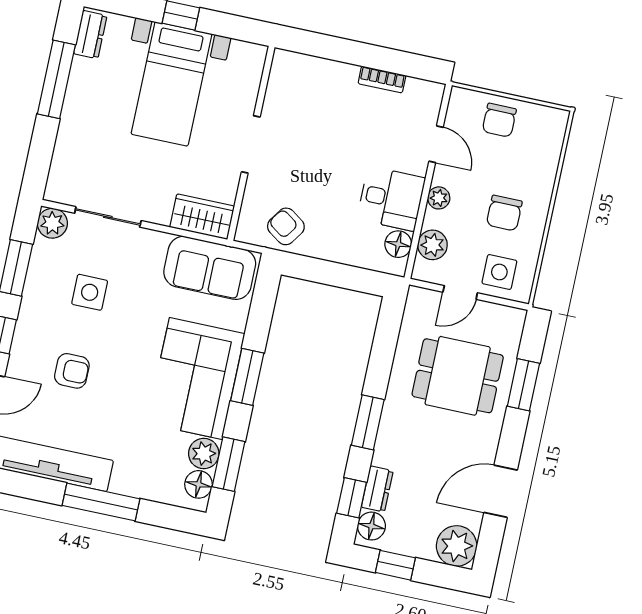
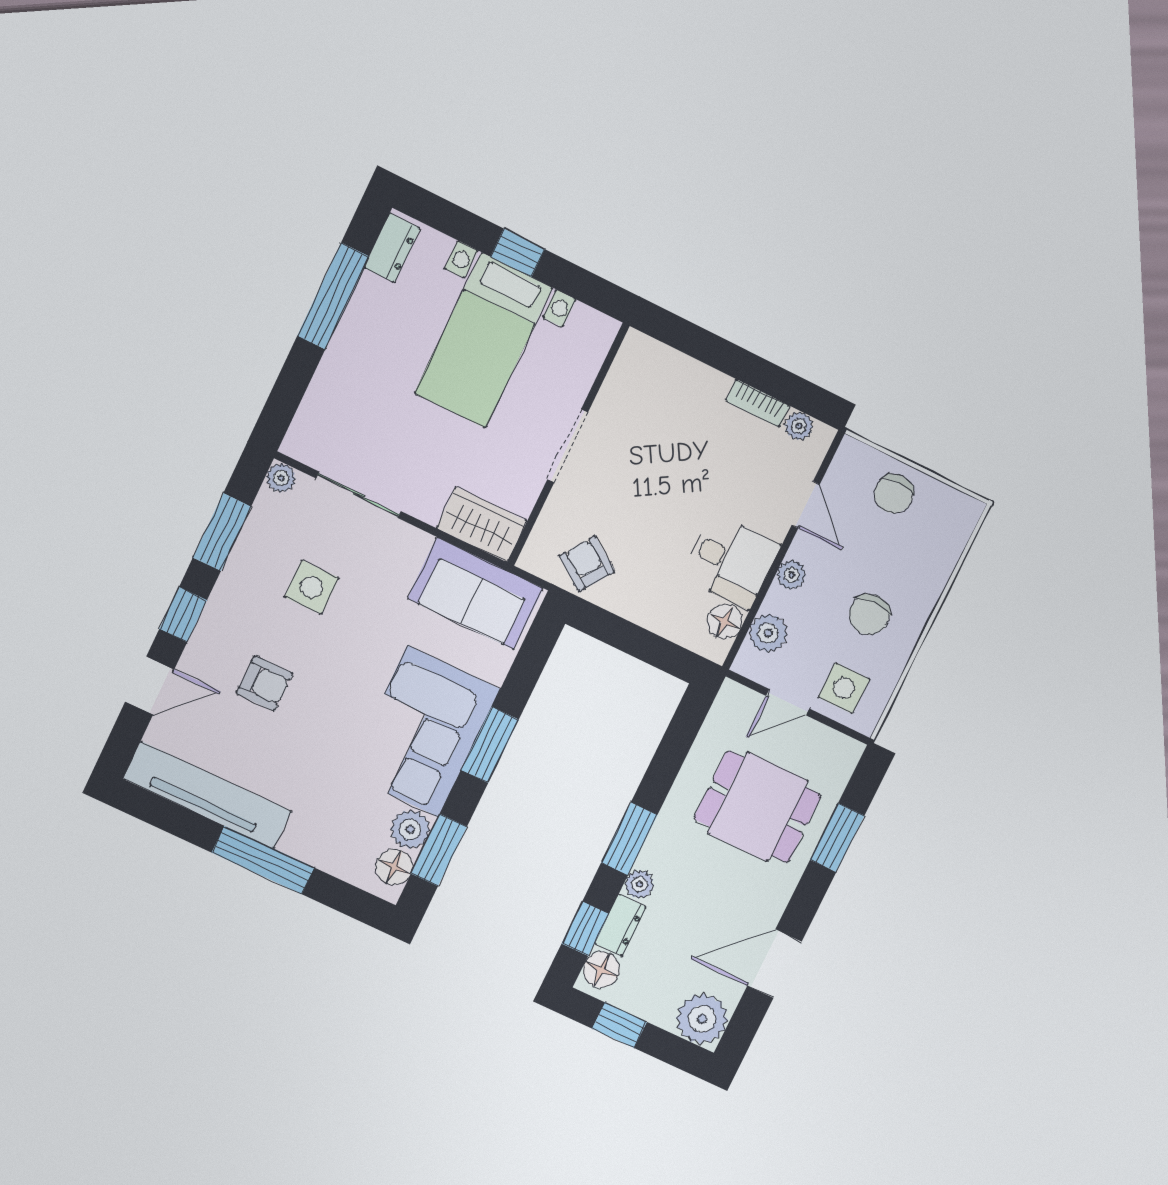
plant: (416, 88) -> (799, 426), added
plant: (52, 223) -> (281, 478), width x0.73, depth x0.73
plant: (384, 455) -> (639, 884), added

